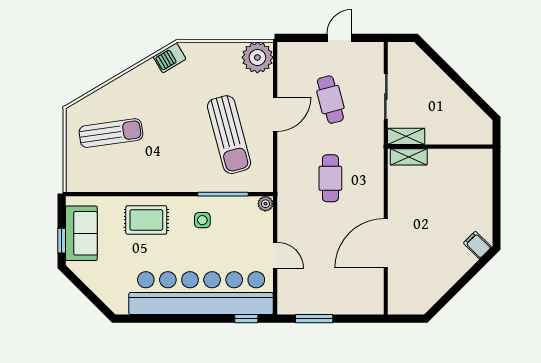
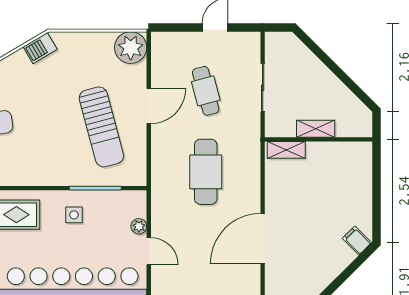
shelving: (406, 136) -> (316, 129), moved
cafe table: (330, 178) -> (206, 172), width x1.37, depth x1.35
plant: (265, 204) -> (139, 226), moved

